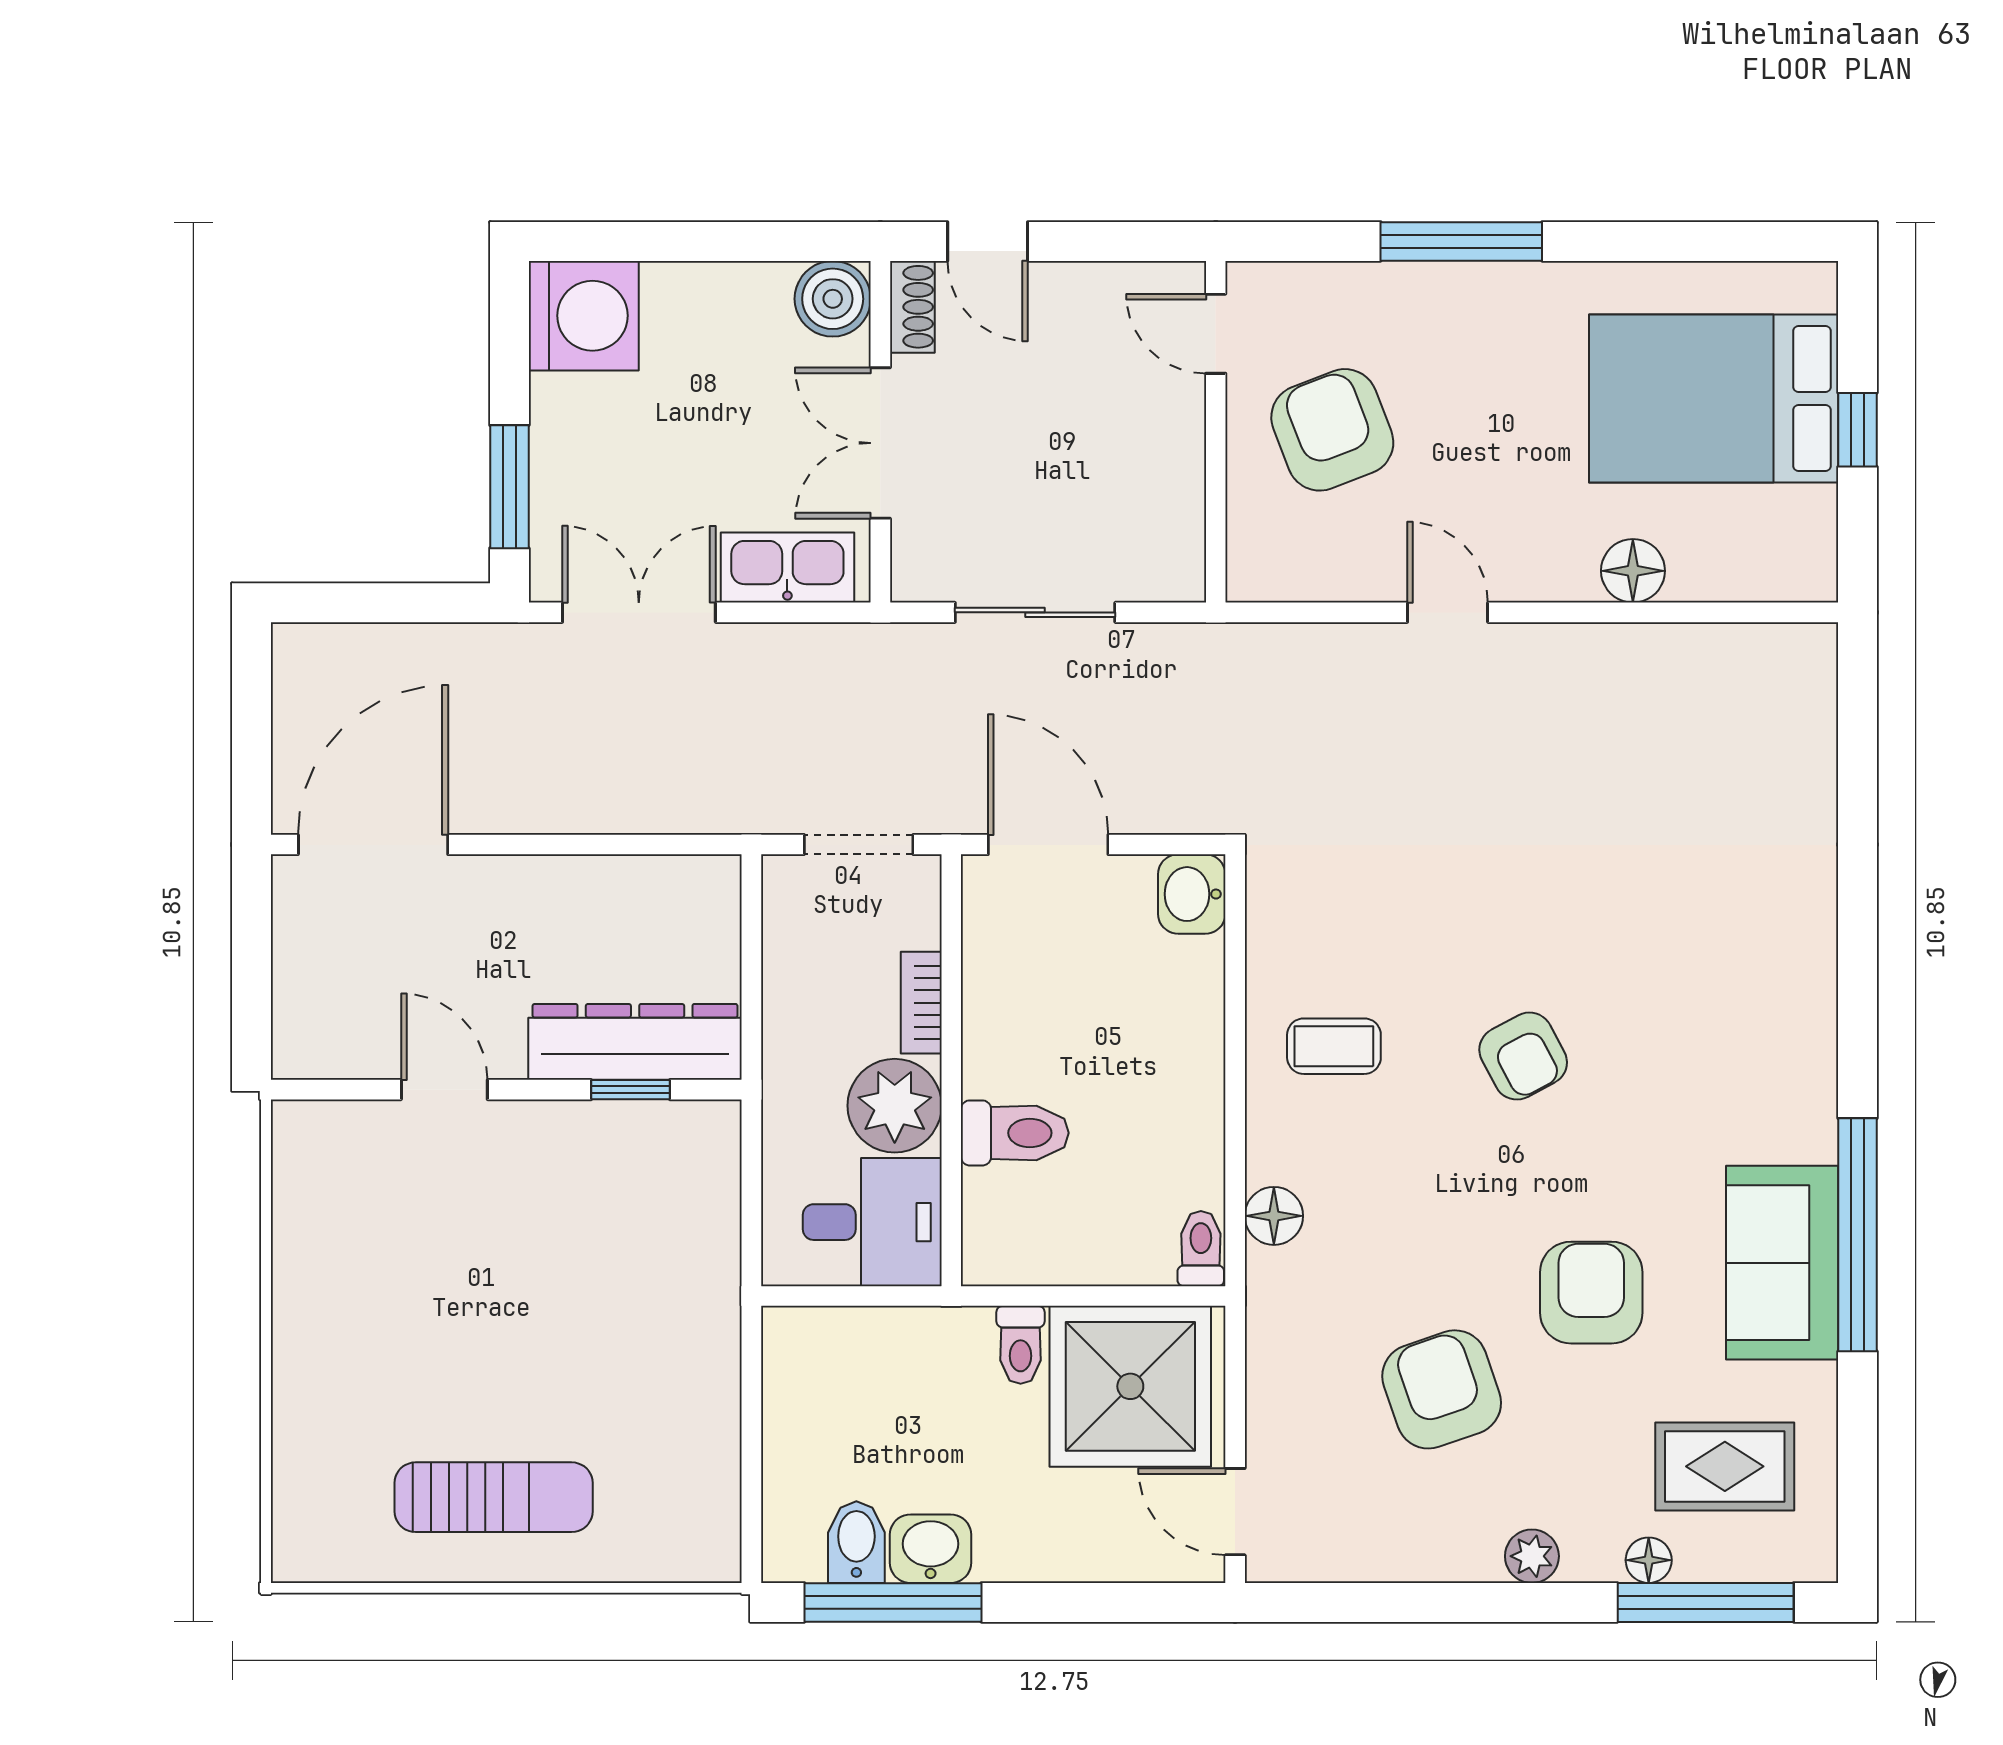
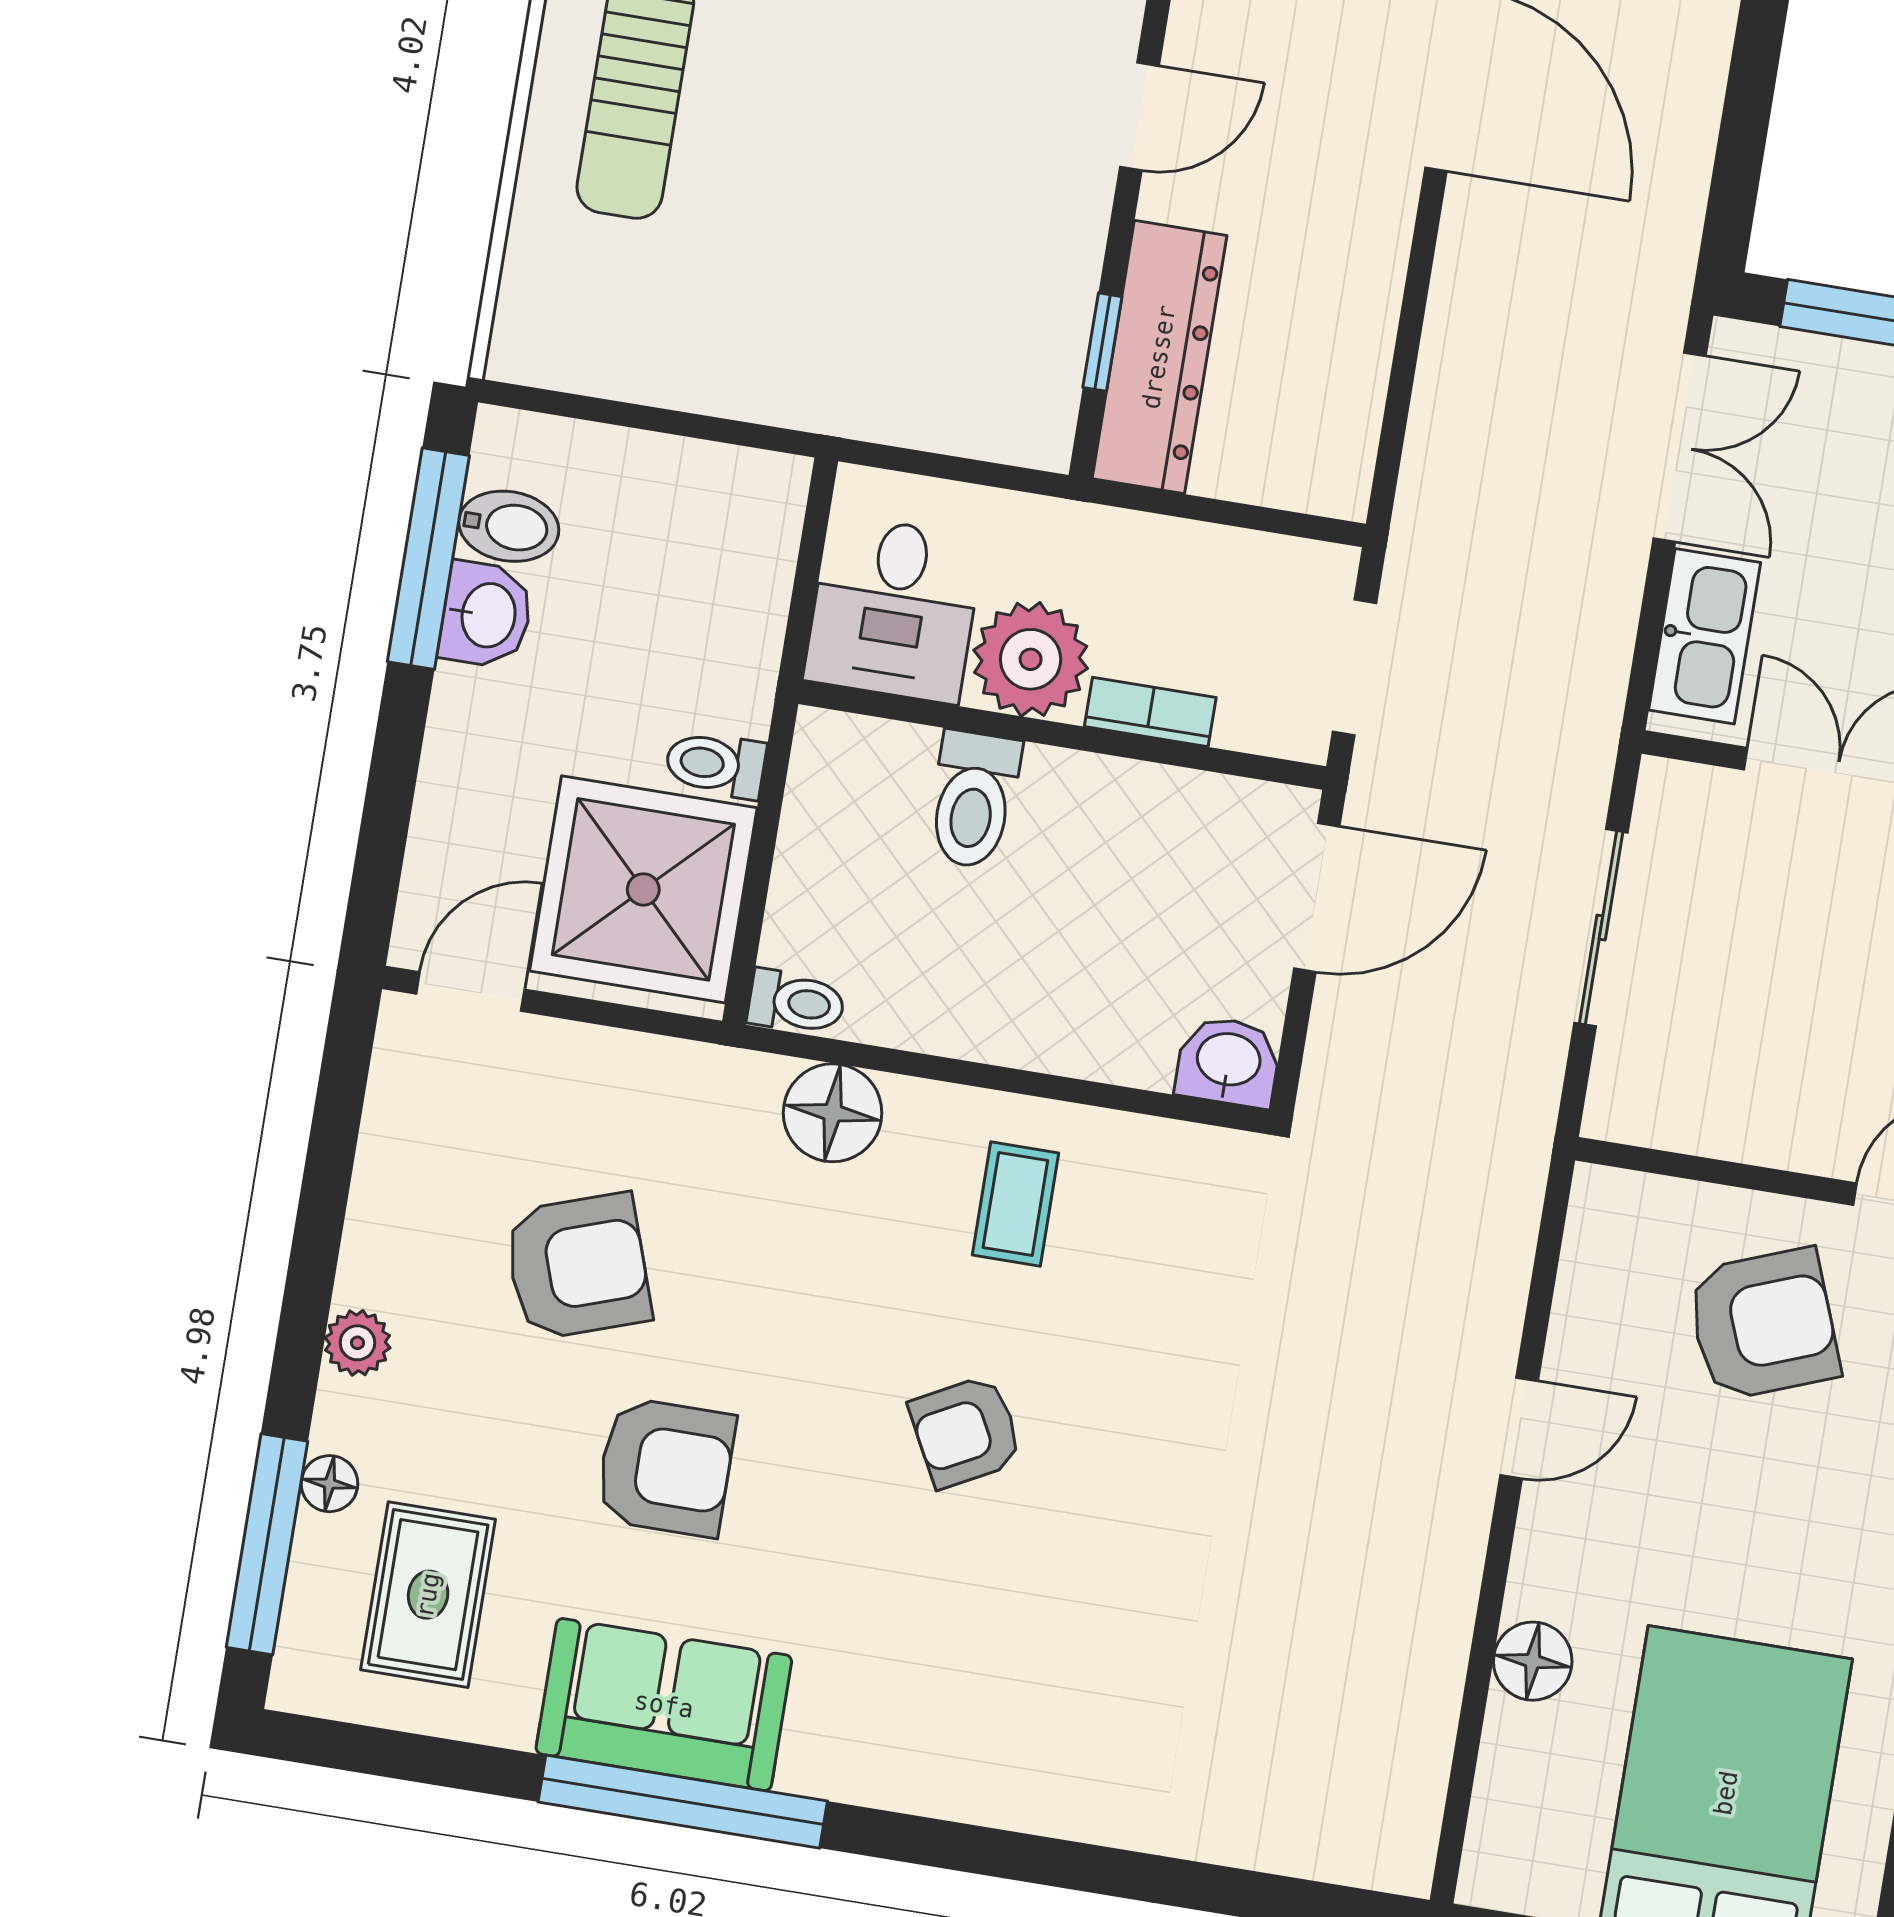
floor lamp: (1274, 1216) -> (833, 1113), width x1.38, depth x1.38

